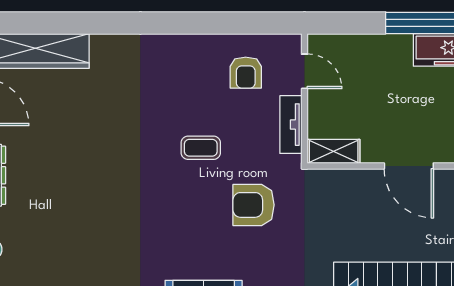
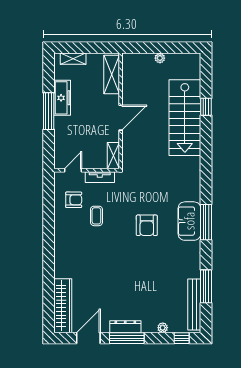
coffee table: (201, 148) -> (96, 216), moved
armchair: (254, 205) -> (147, 225), moved

